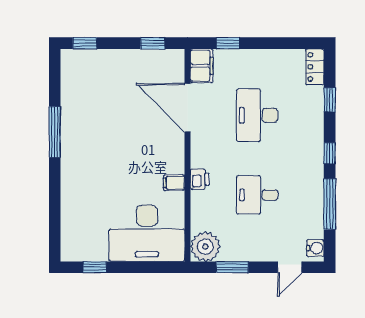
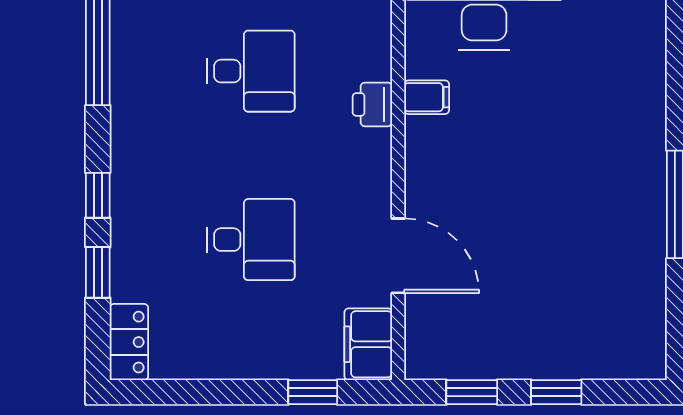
window: (85, 43) -> (556, 392), moved
door: (188, 108) -> (398, 256), width x0.73
desk: (257, 115) -> (251, 240), width x0.73
window: (330, 153) -> (98, 195), moved

